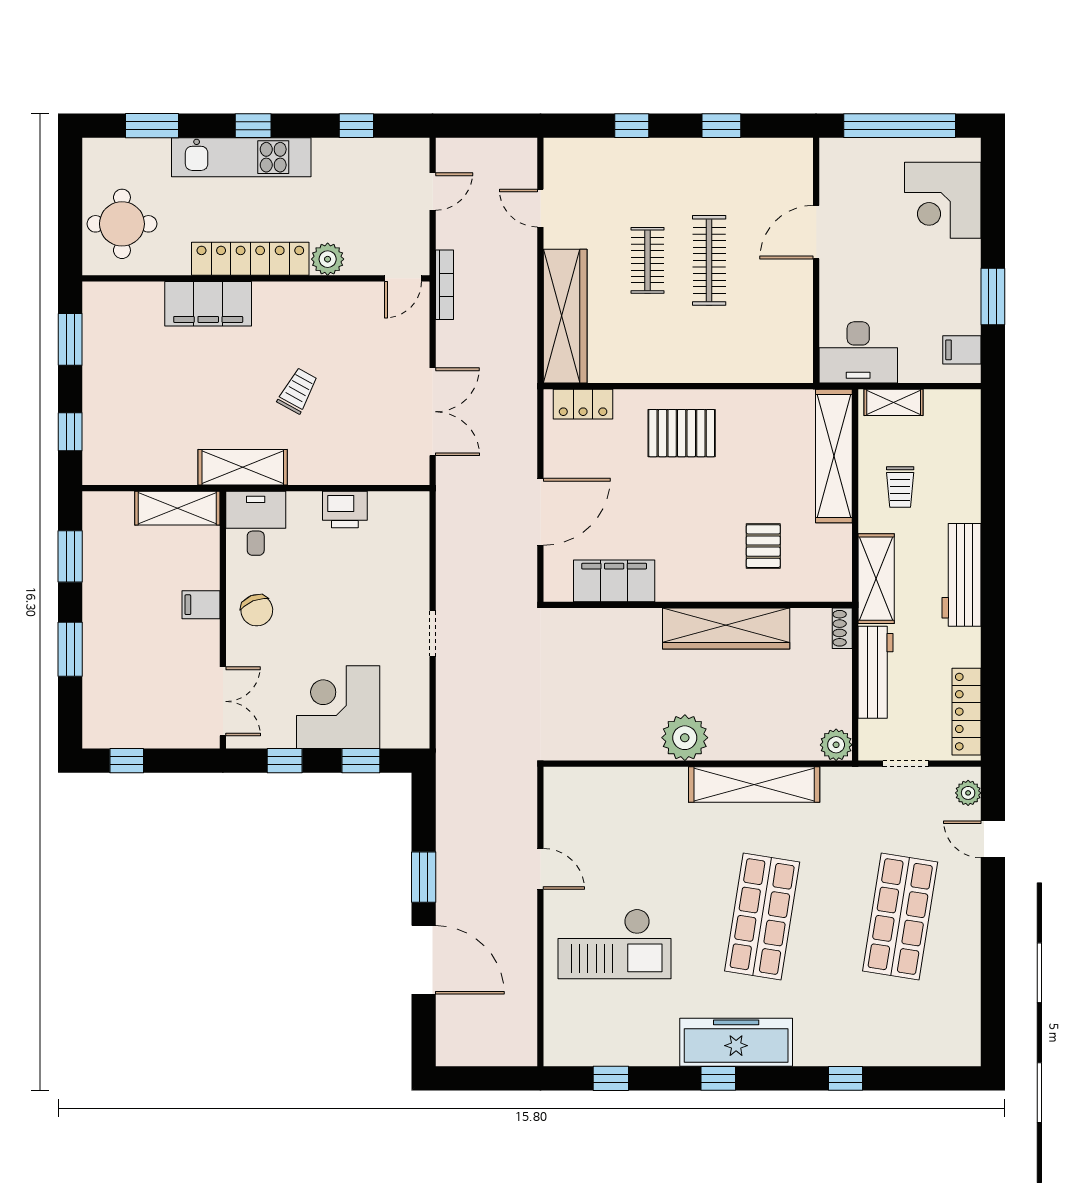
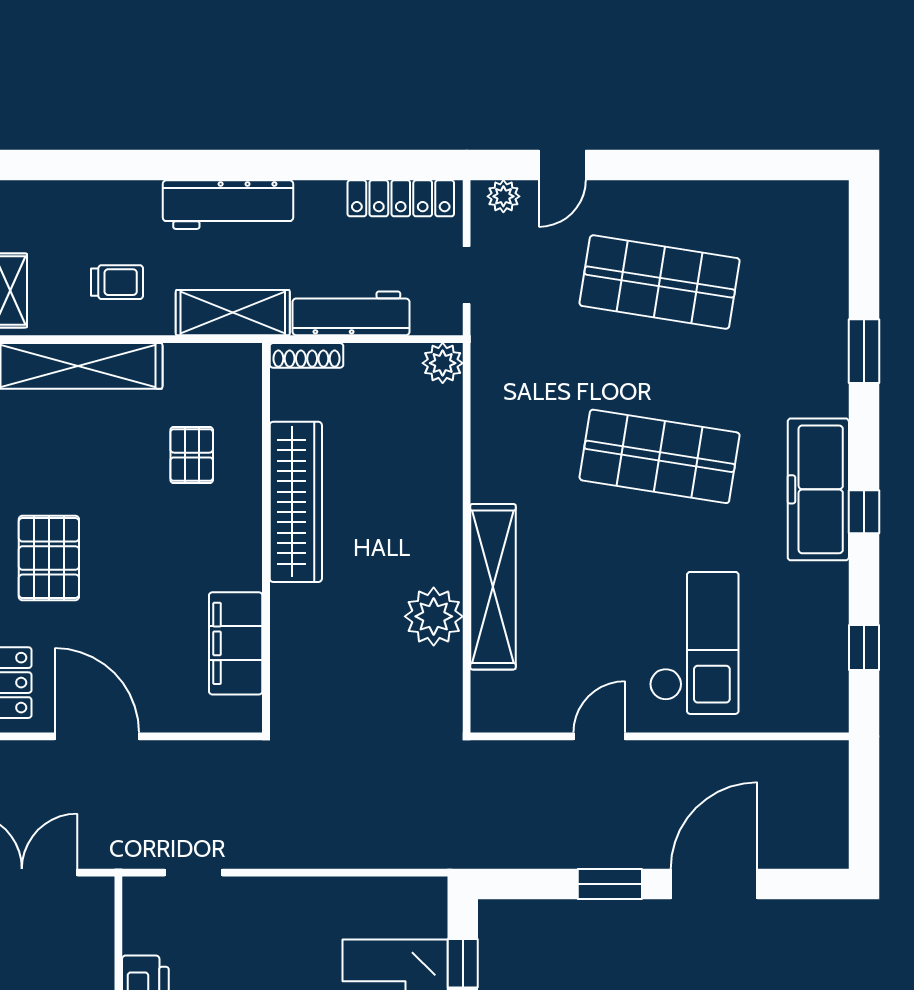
door: (540, 512) -> (97, 736), moved
pallet: (763, 546) -> (192, 455), turned 90
shoe rack: (842, 628) -> (306, 355), width x1.43
doorway: (433, 633) -> (193, 873), moved
plant: (685, 738) -> (434, 616), moved
shelving: (754, 785) -> (493, 587), moved
window: (845, 1078) -> (864, 351), width x1.50

